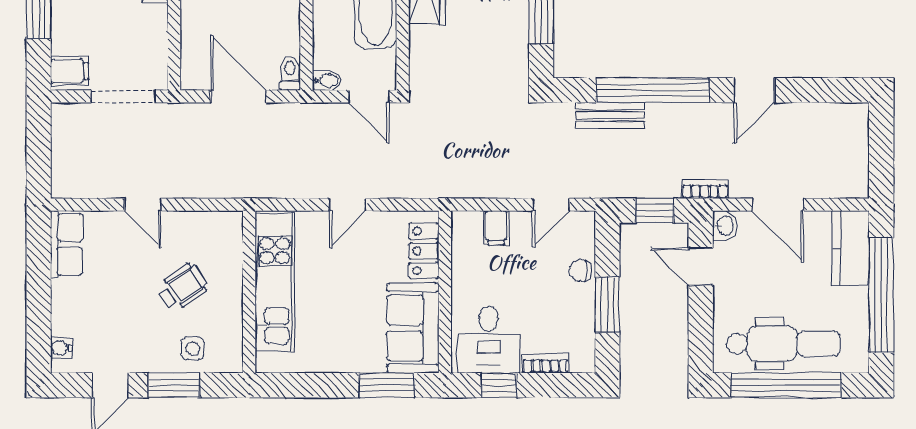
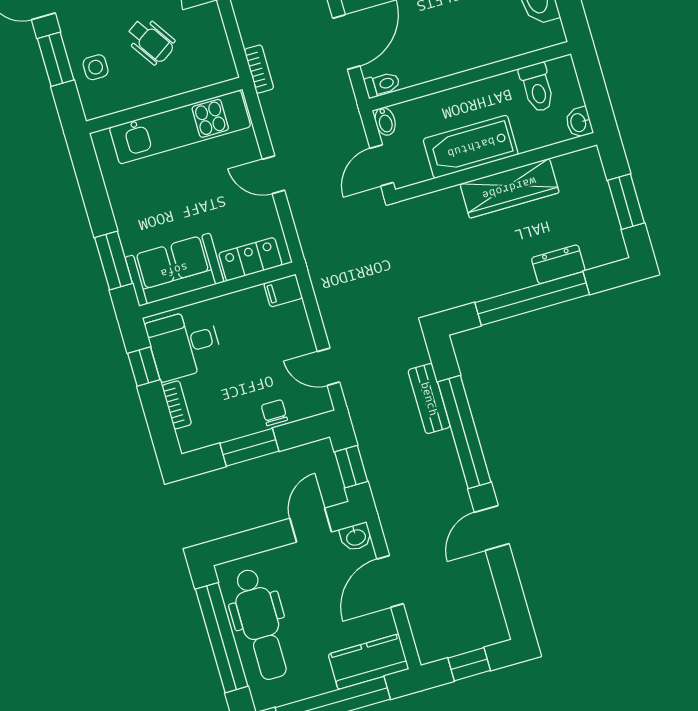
door: (754, 90) -> (492, 528), hinge flipped
window: (881, 151) -> (469, 664), added
bookcase: (705, 189) -> (259, 69), moved
filing cabinet: (496, 228) -> (283, 291), moved

